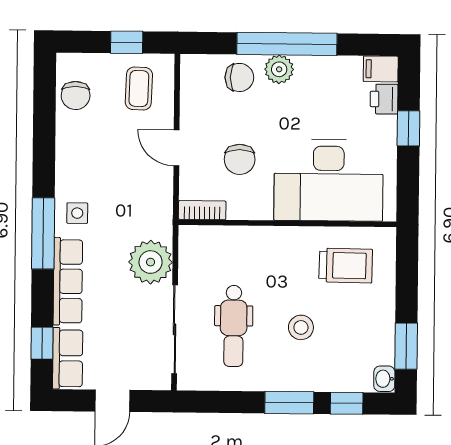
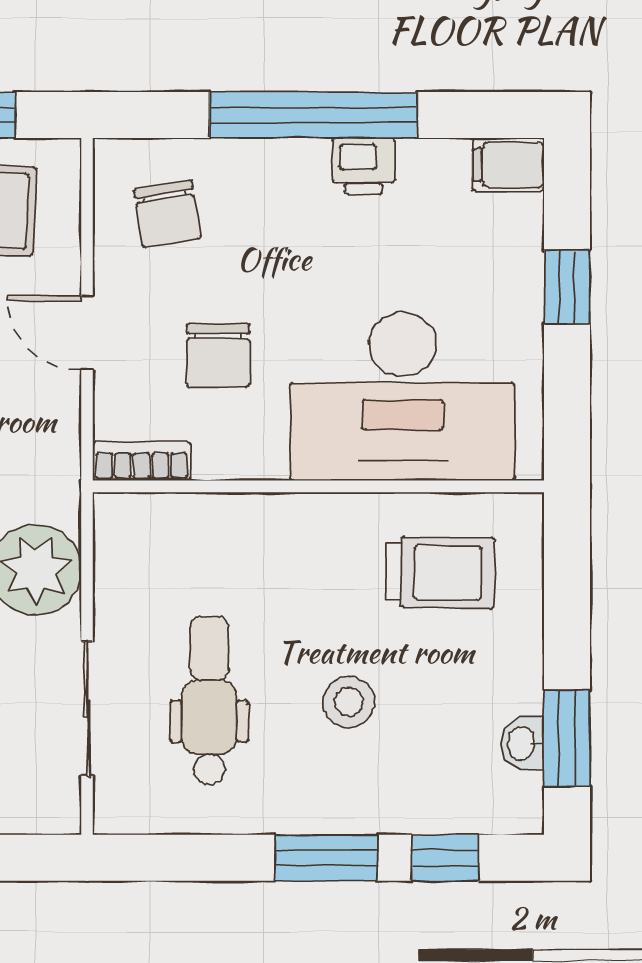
plant: (279, 69) -> (298, 168), removed
chair: (239, 77) -> (167, 214), moved, turned 81
printer: (384, 99) -> (364, 166), moved, turned -90
dental chair: (234, 326) -> (209, 700), turned 180
sliding door: (175, 329) -> (87, 709), width x0.73
washbasin: (384, 379) -> (523, 743), moved

